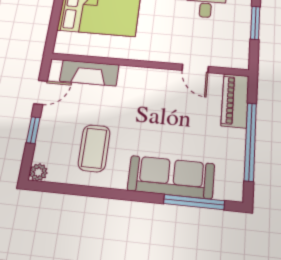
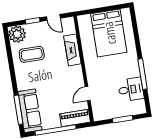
fireplace: (89, 73) -> (72, 50), moved
plant: (38, 172) -> (17, 34), width x1.88, depth x1.88
sofa: (171, 177) -> (30, 111), moved

